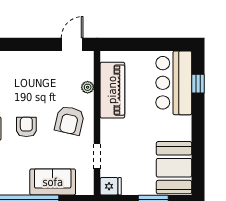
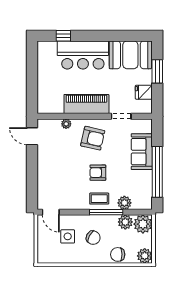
bar counter: (174, 83) -> (83, 55), moved
piano: (112, 90) -> (86, 104), moved
fridge: (111, 186) -> (144, 92), moved, turned -90

